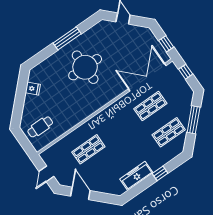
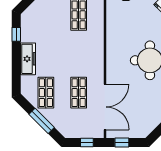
window: (160, 173) -> (16, 34), moved
freezer: (136, 176) -> (28, 59), moved

